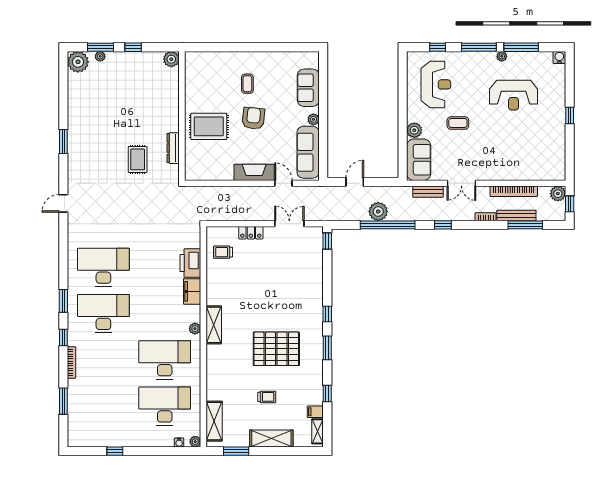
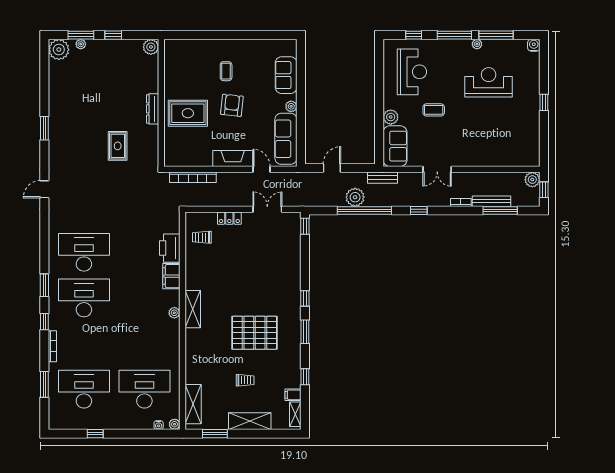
reception desk: (514, 95) -> (489, 82), turned 180
dresser: (173, 148) -> (153, 109), moved
bookcase: (514, 191) -> (193, 177), moved
bench: (428, 192) -> (383, 178), moved
desk: (165, 360) -> (84, 389), moved

